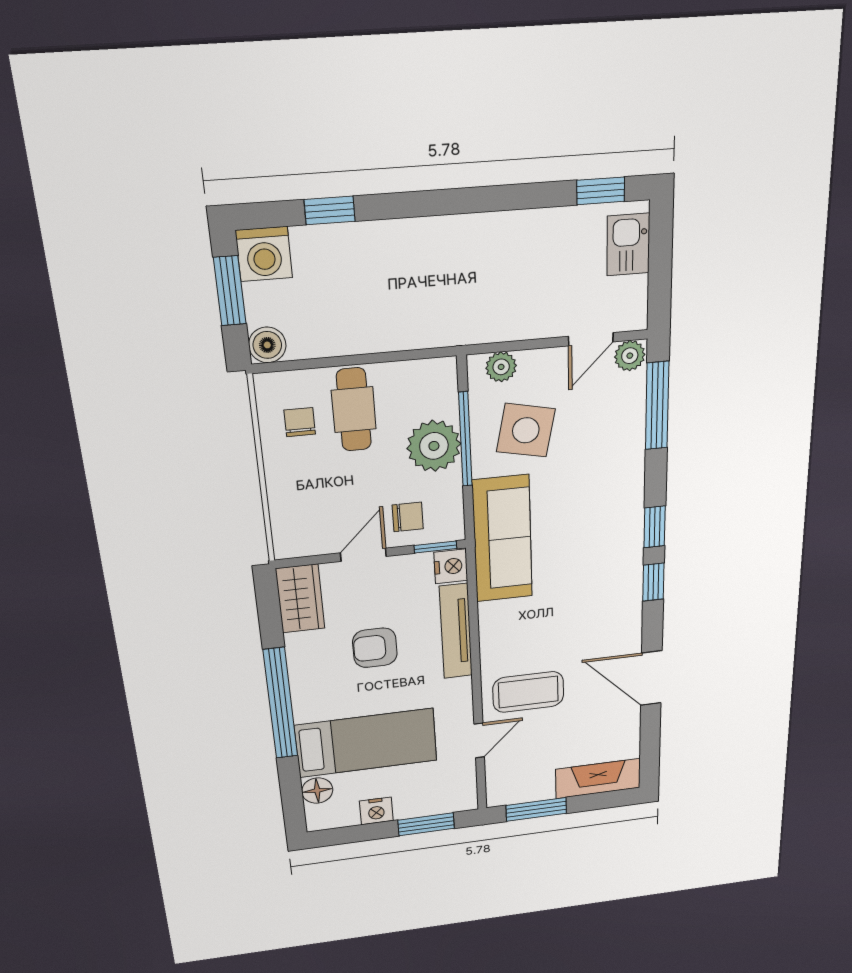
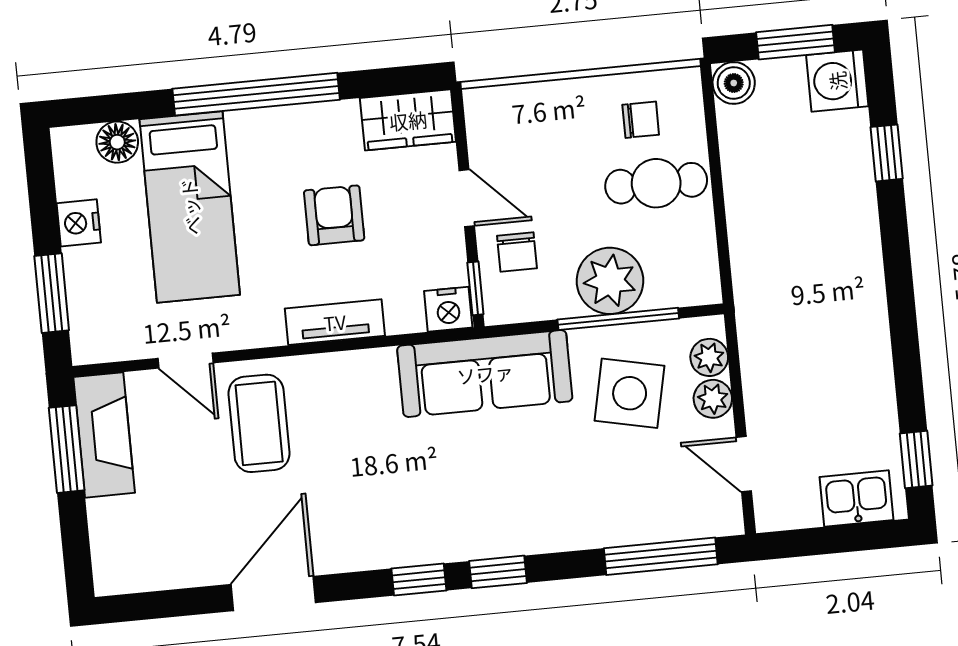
plant: (630, 356) -> (713, 399), moved
tv unit: (456, 631) -> (335, 322), width x0.71
fireplace: (598, 778) -> (104, 435), moved

